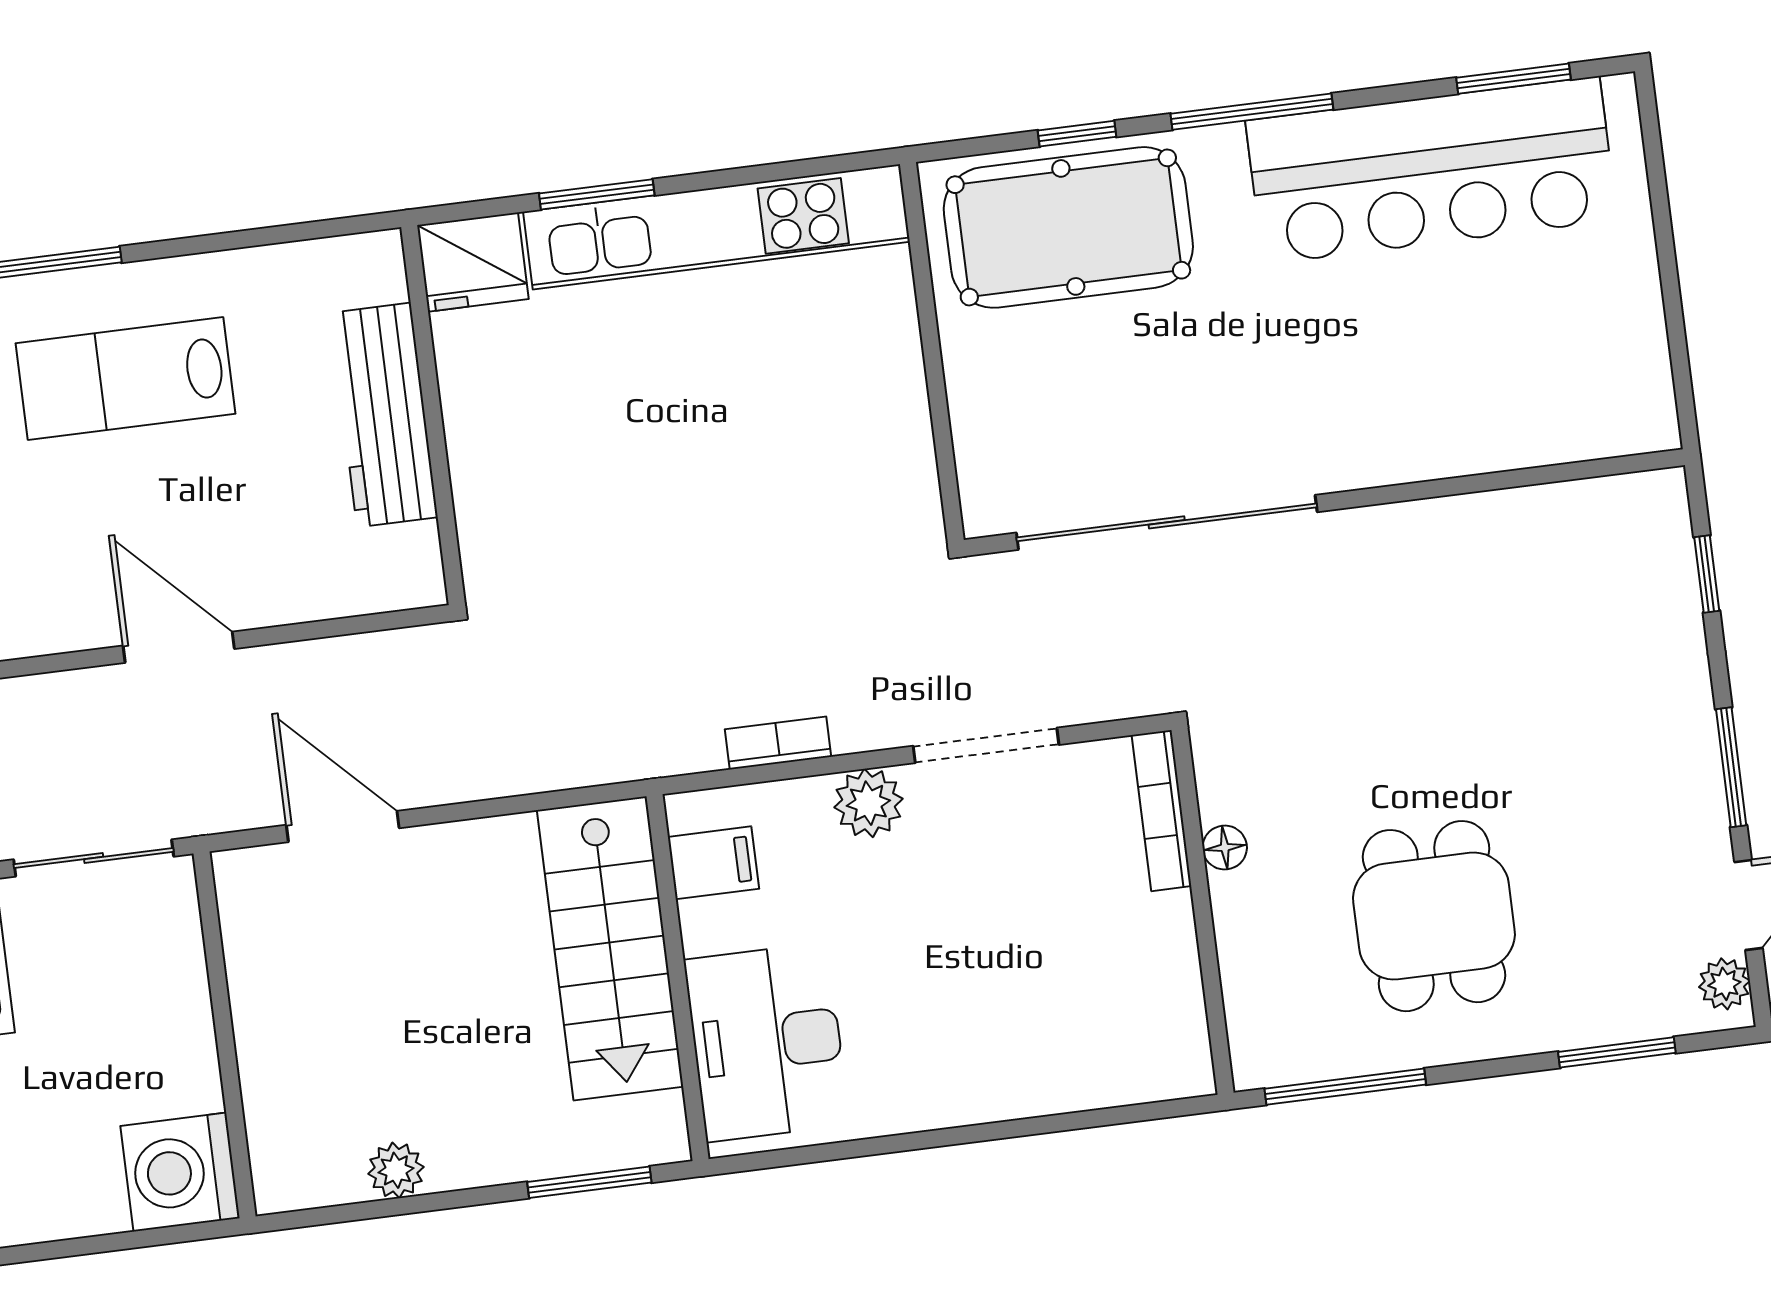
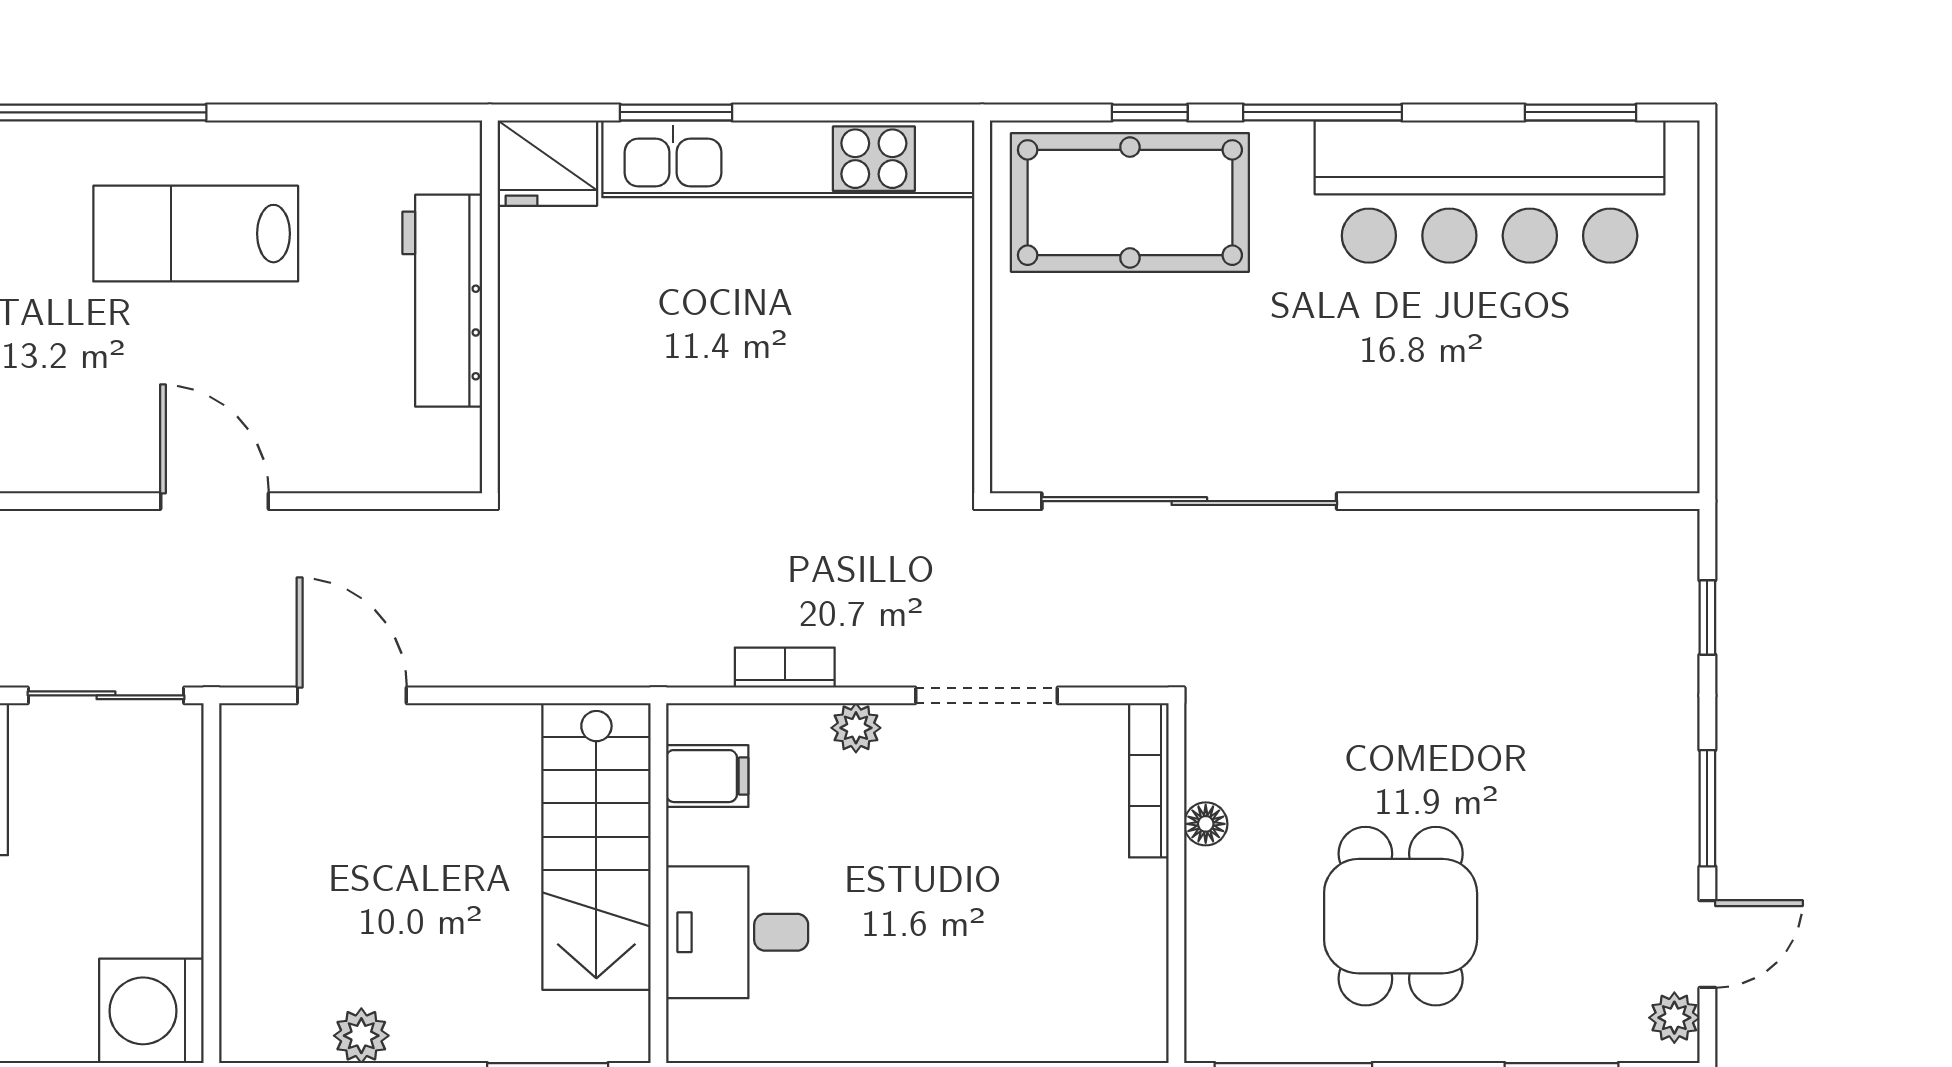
plant: (868, 803) -> (856, 728), width x0.73, depth x0.73
desk: (767, 1042) -> (737, 932), width x0.73

